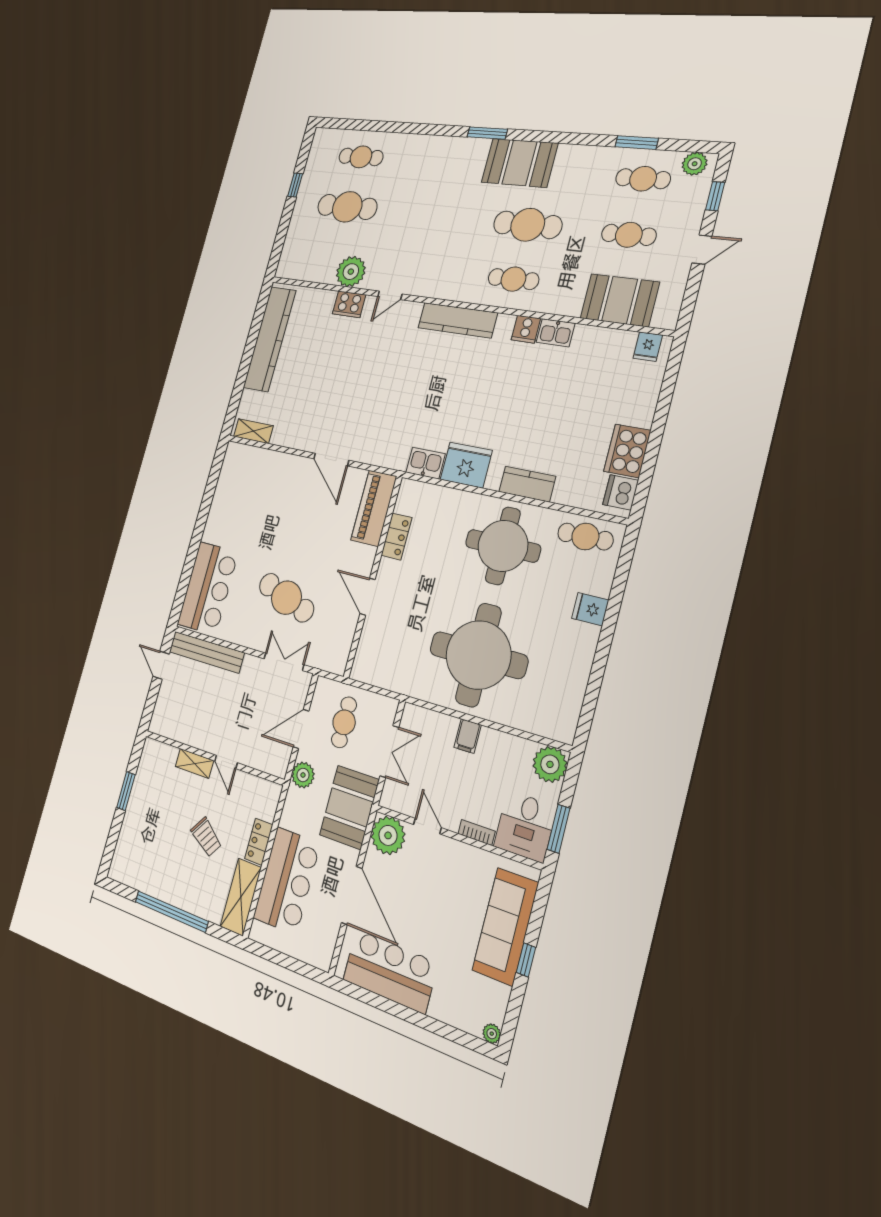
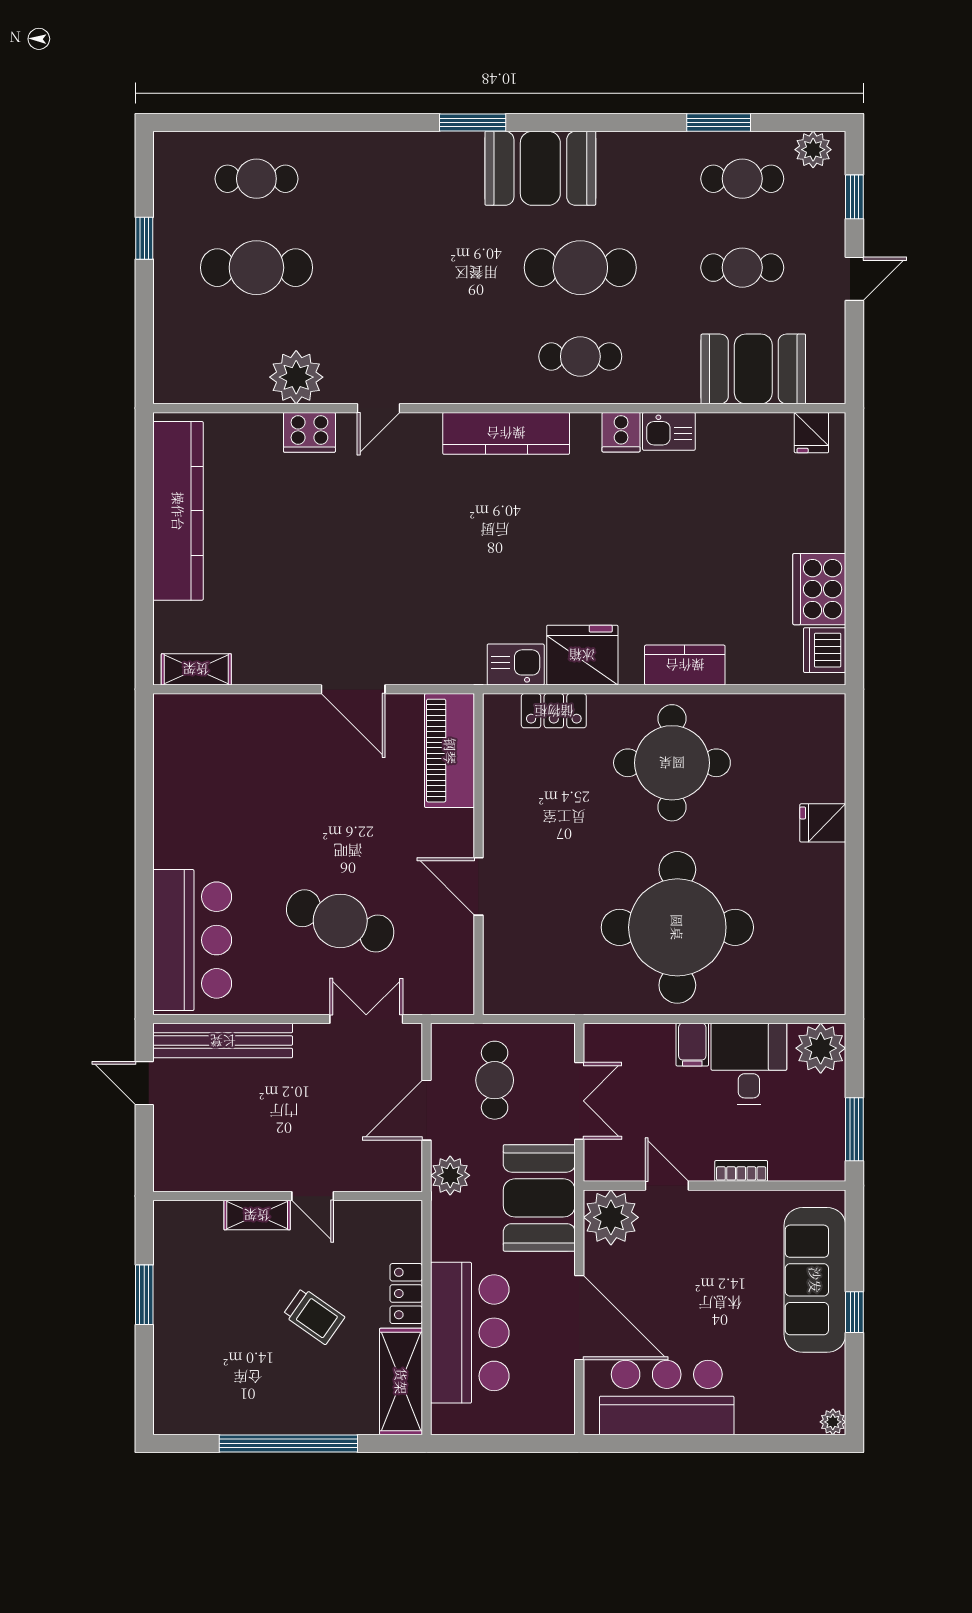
locker: (396, 537) -> (554, 711), moved, turned 90
cafe table: (585, 537) -> (790, 723), removed
desk: (525, 826) -> (749, 1064), moved, turned 180

